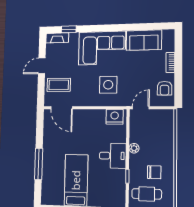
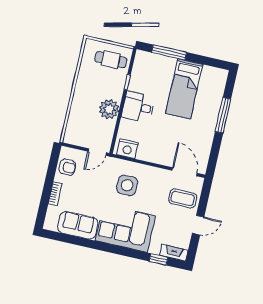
armchair: (165, 88) -> (67, 167), turned 90
plant: (134, 148) -> (109, 109), width x1.87, depth x1.87
chair: (154, 172) -> (98, 81), removed

